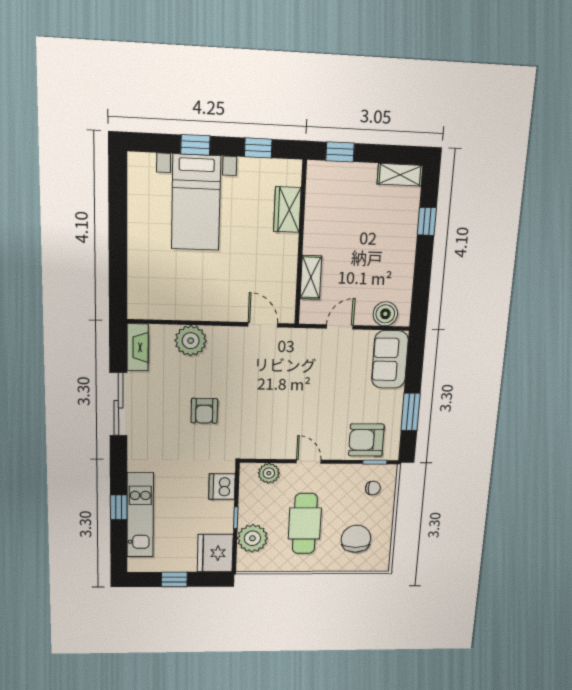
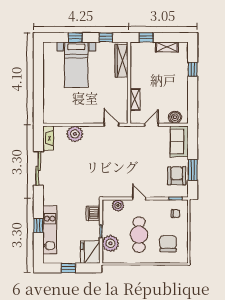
shelving: (400, 175) -> (167, 47), moved
wardrobe: (287, 210) -> (121, 61), width x1.50
armchair: (204, 411) -> (83, 171), removed
armchair: (366, 440) -> (177, 176), moved, turned 90

